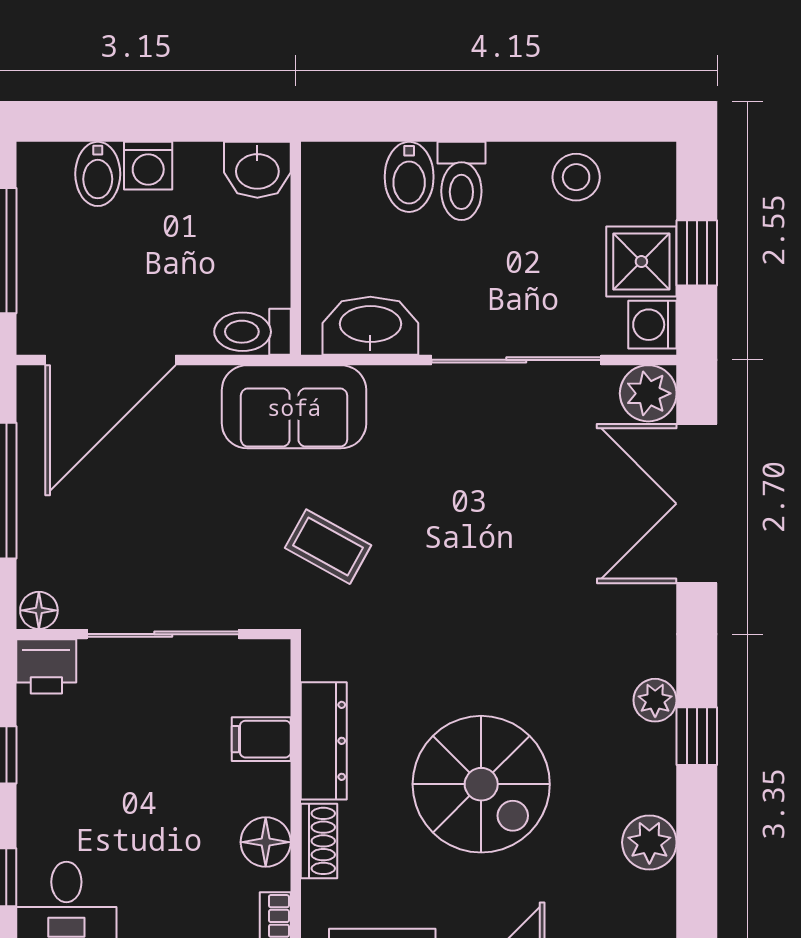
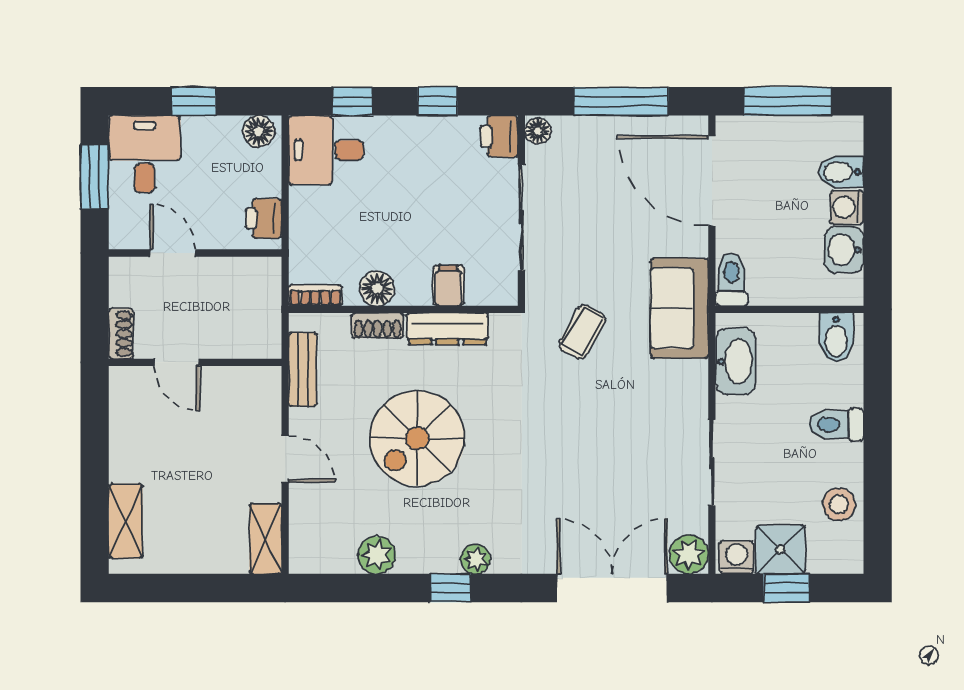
washbasin: (257, 170) -> (844, 250), moved
bidet: (409, 177) -> (836, 337), moved, turned -90
sliding door: (516, 360) -> (712, 463), width x0.73

